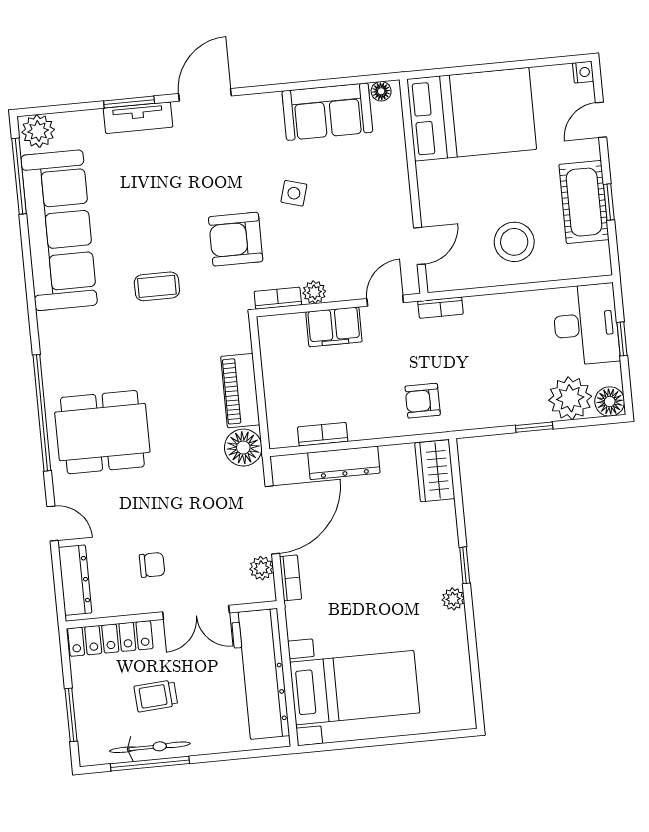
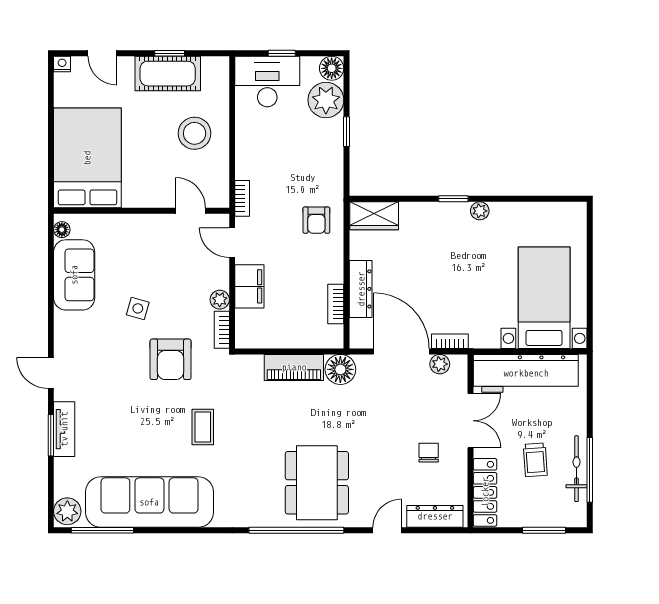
door: (205, 95) -> (51, 373), width x0.73

